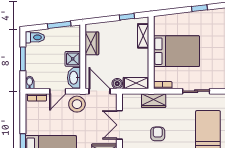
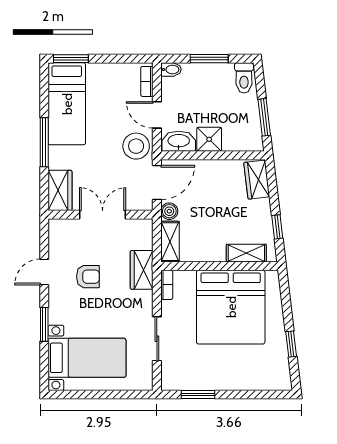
wardrobe: (92, 43) -> (257, 180), moved, turned 83
bed: (177, 51) -> (231, 307), width x1.36

